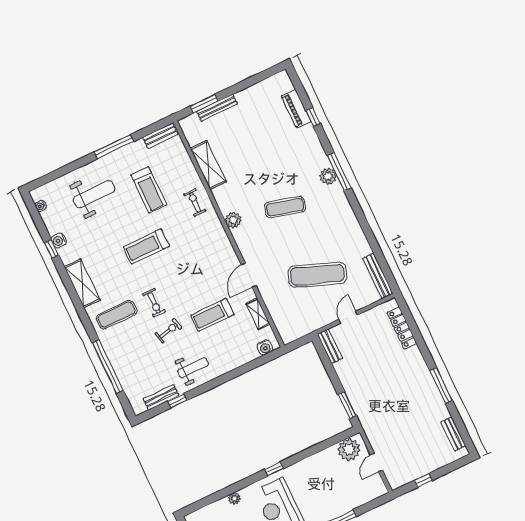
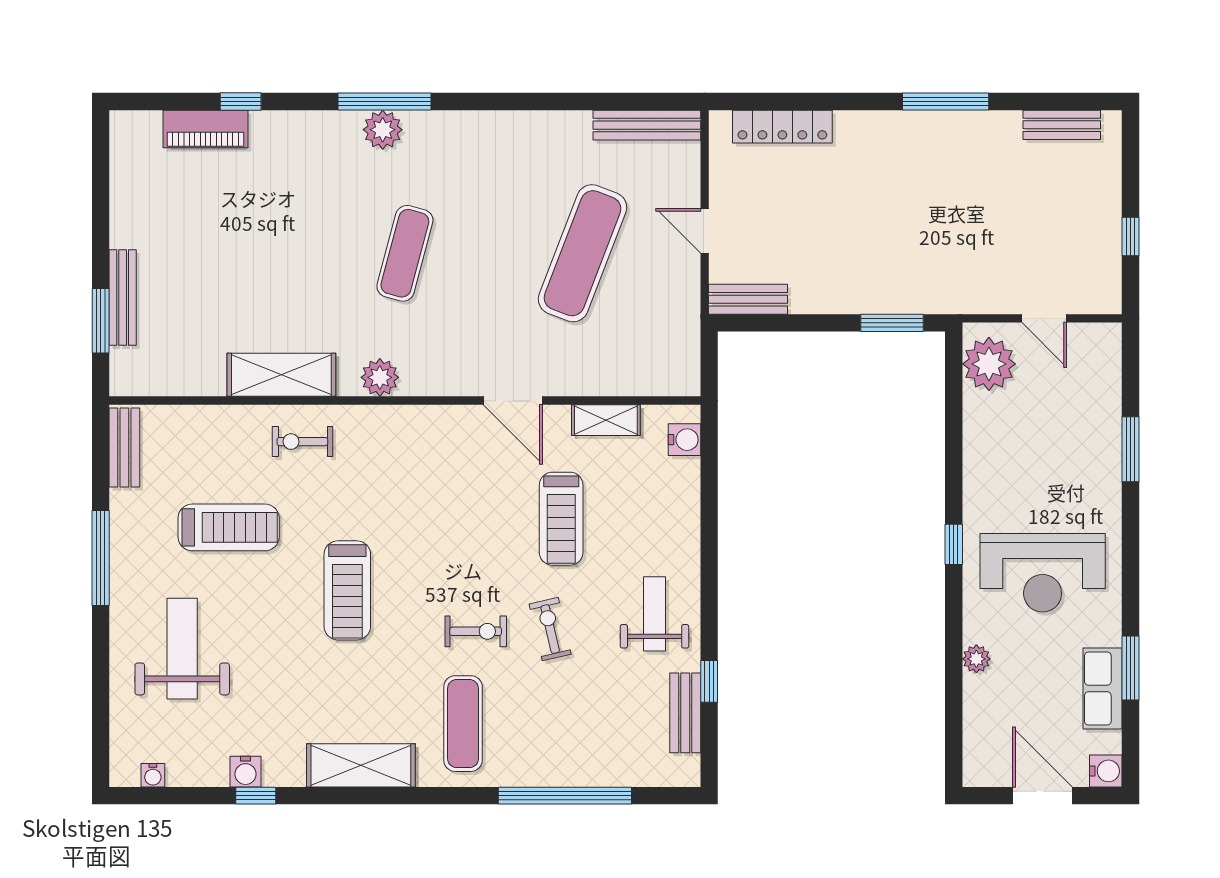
shelving: (208, 165) -> (281, 375), moved

